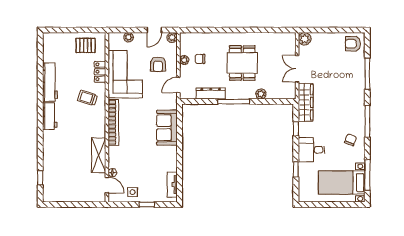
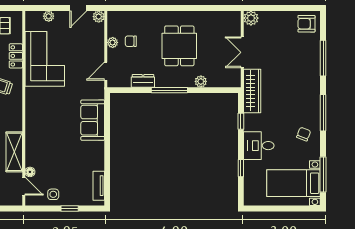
armchair: (158, 64) -> (82, 47), removed
dresser: (211, 93) -> (143, 81), width x0.70
bookcase: (113, 122) -> (31, 114), removed

